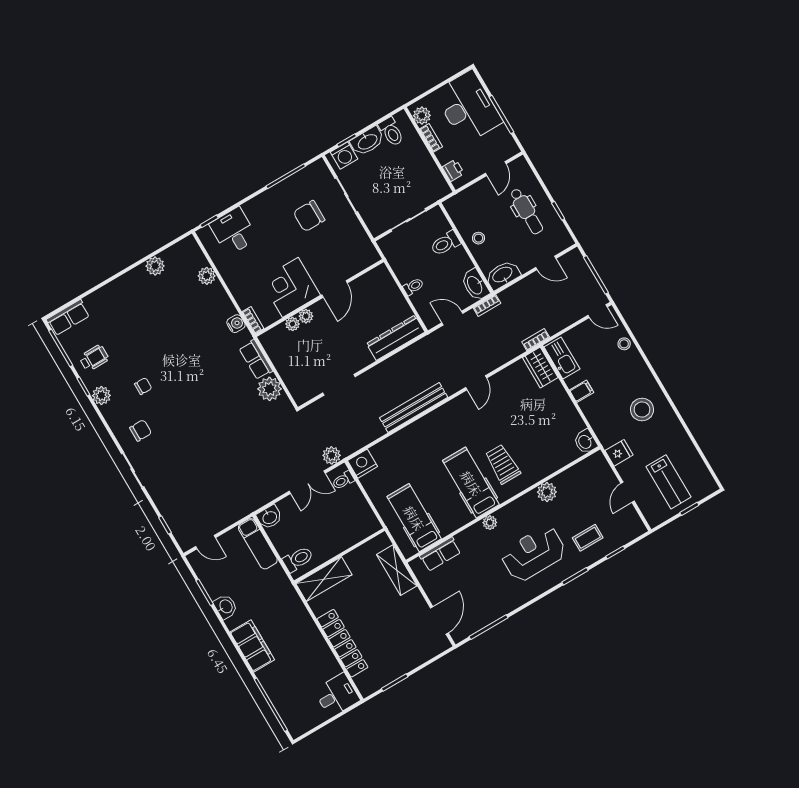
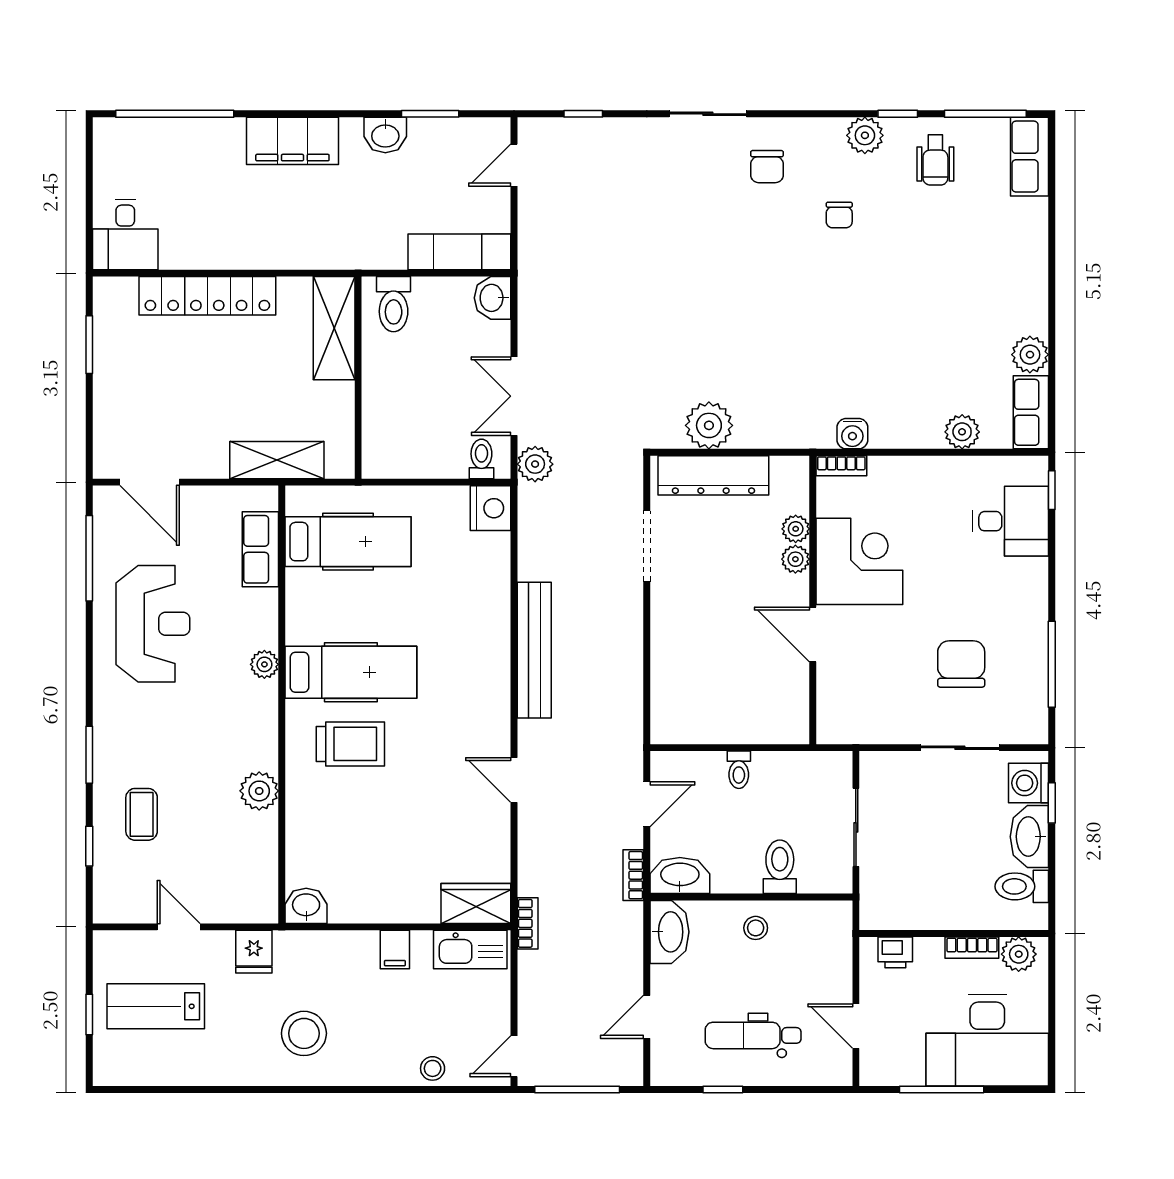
dresser: (396, 338) -> (713, 475), moved, turned 90
row of seats: (256, 360) -> (1031, 412), moved, turned -90
reception desk: (533, 554) -> (153, 624), moved

